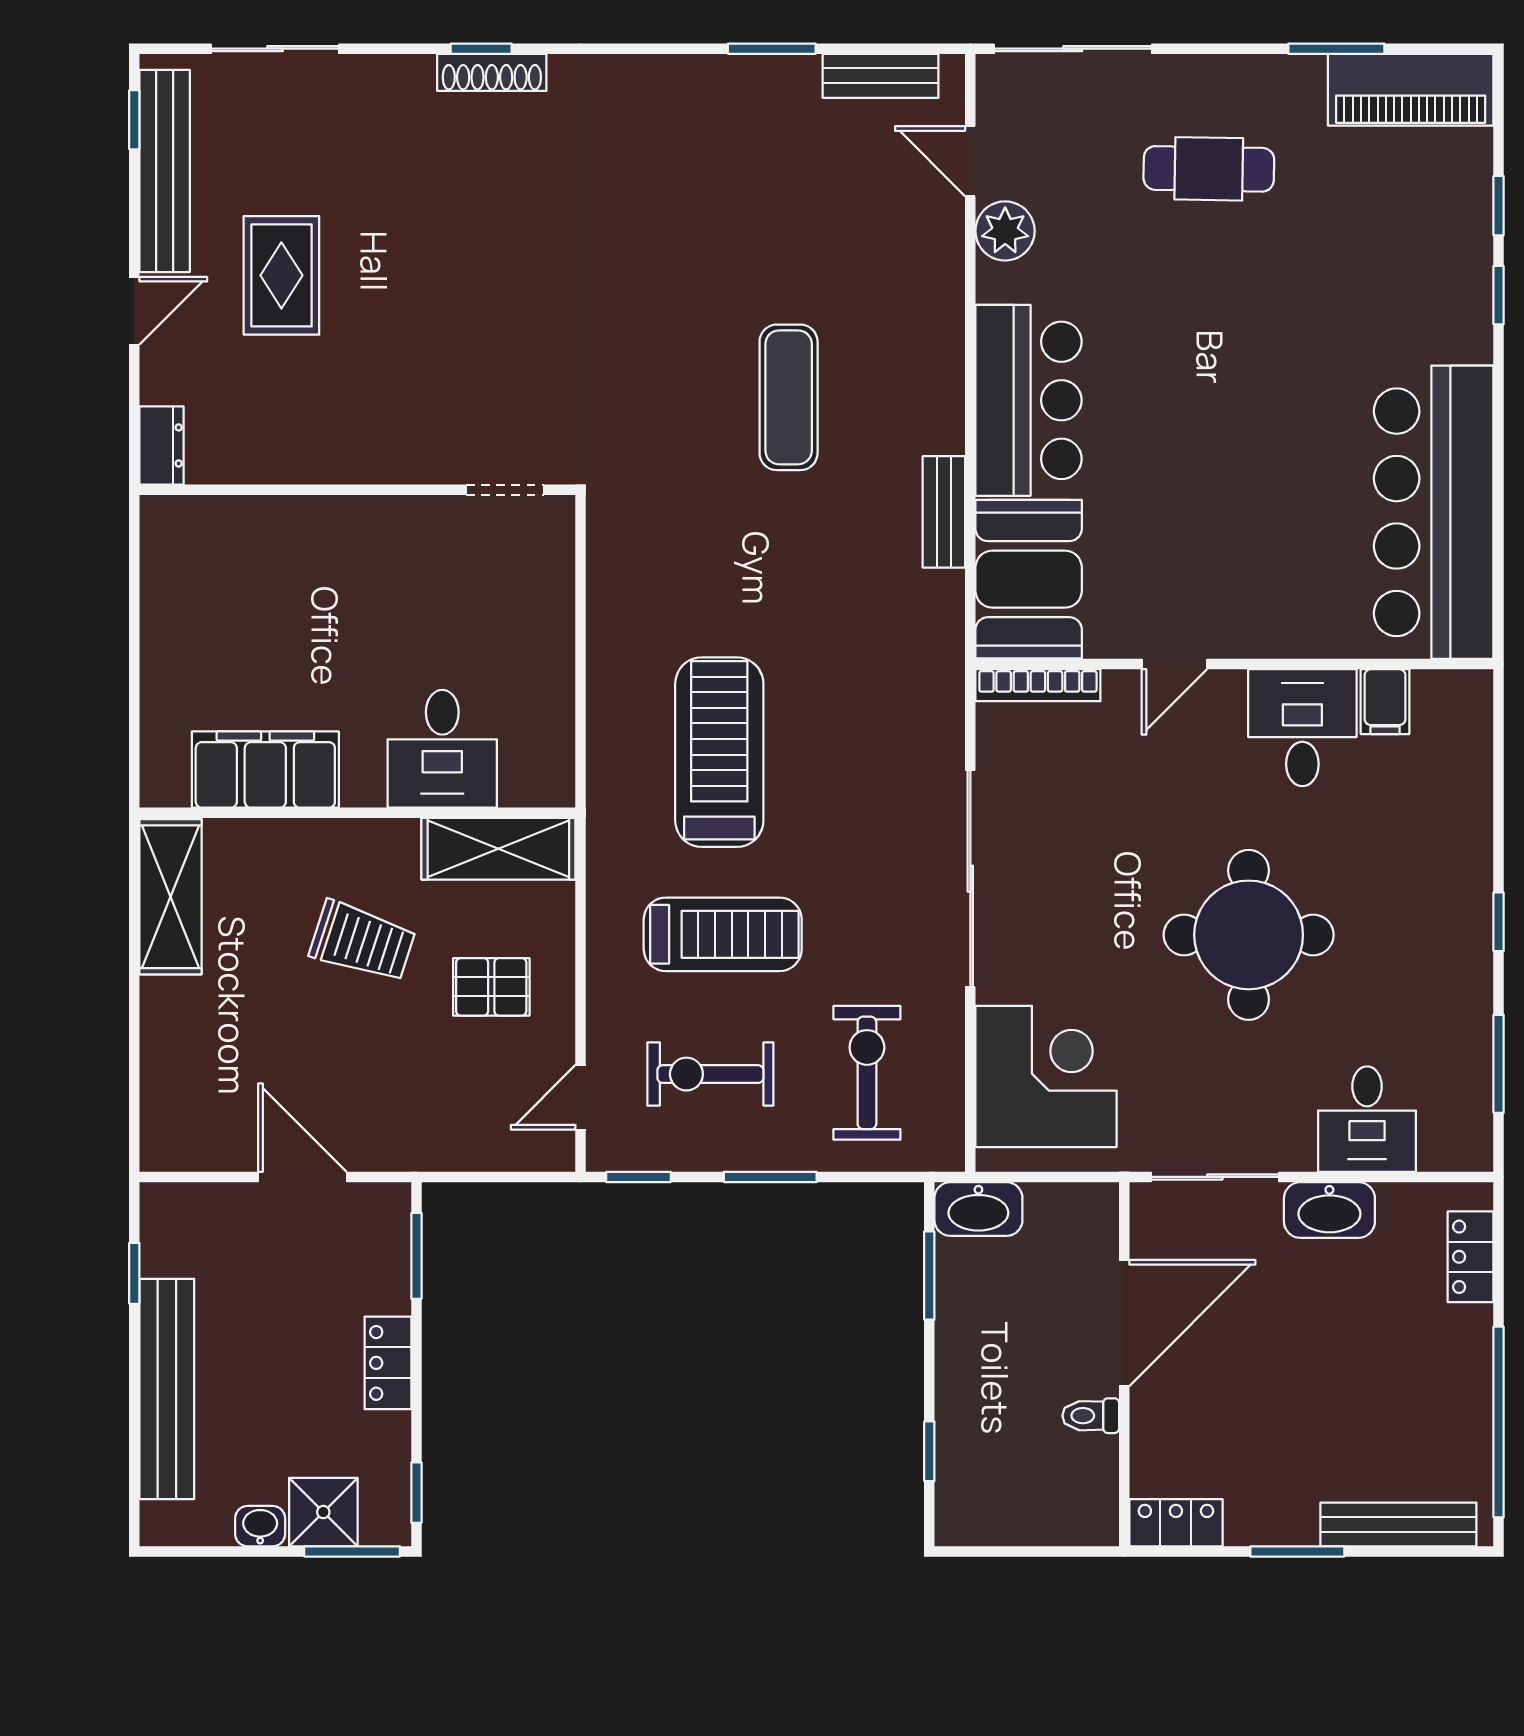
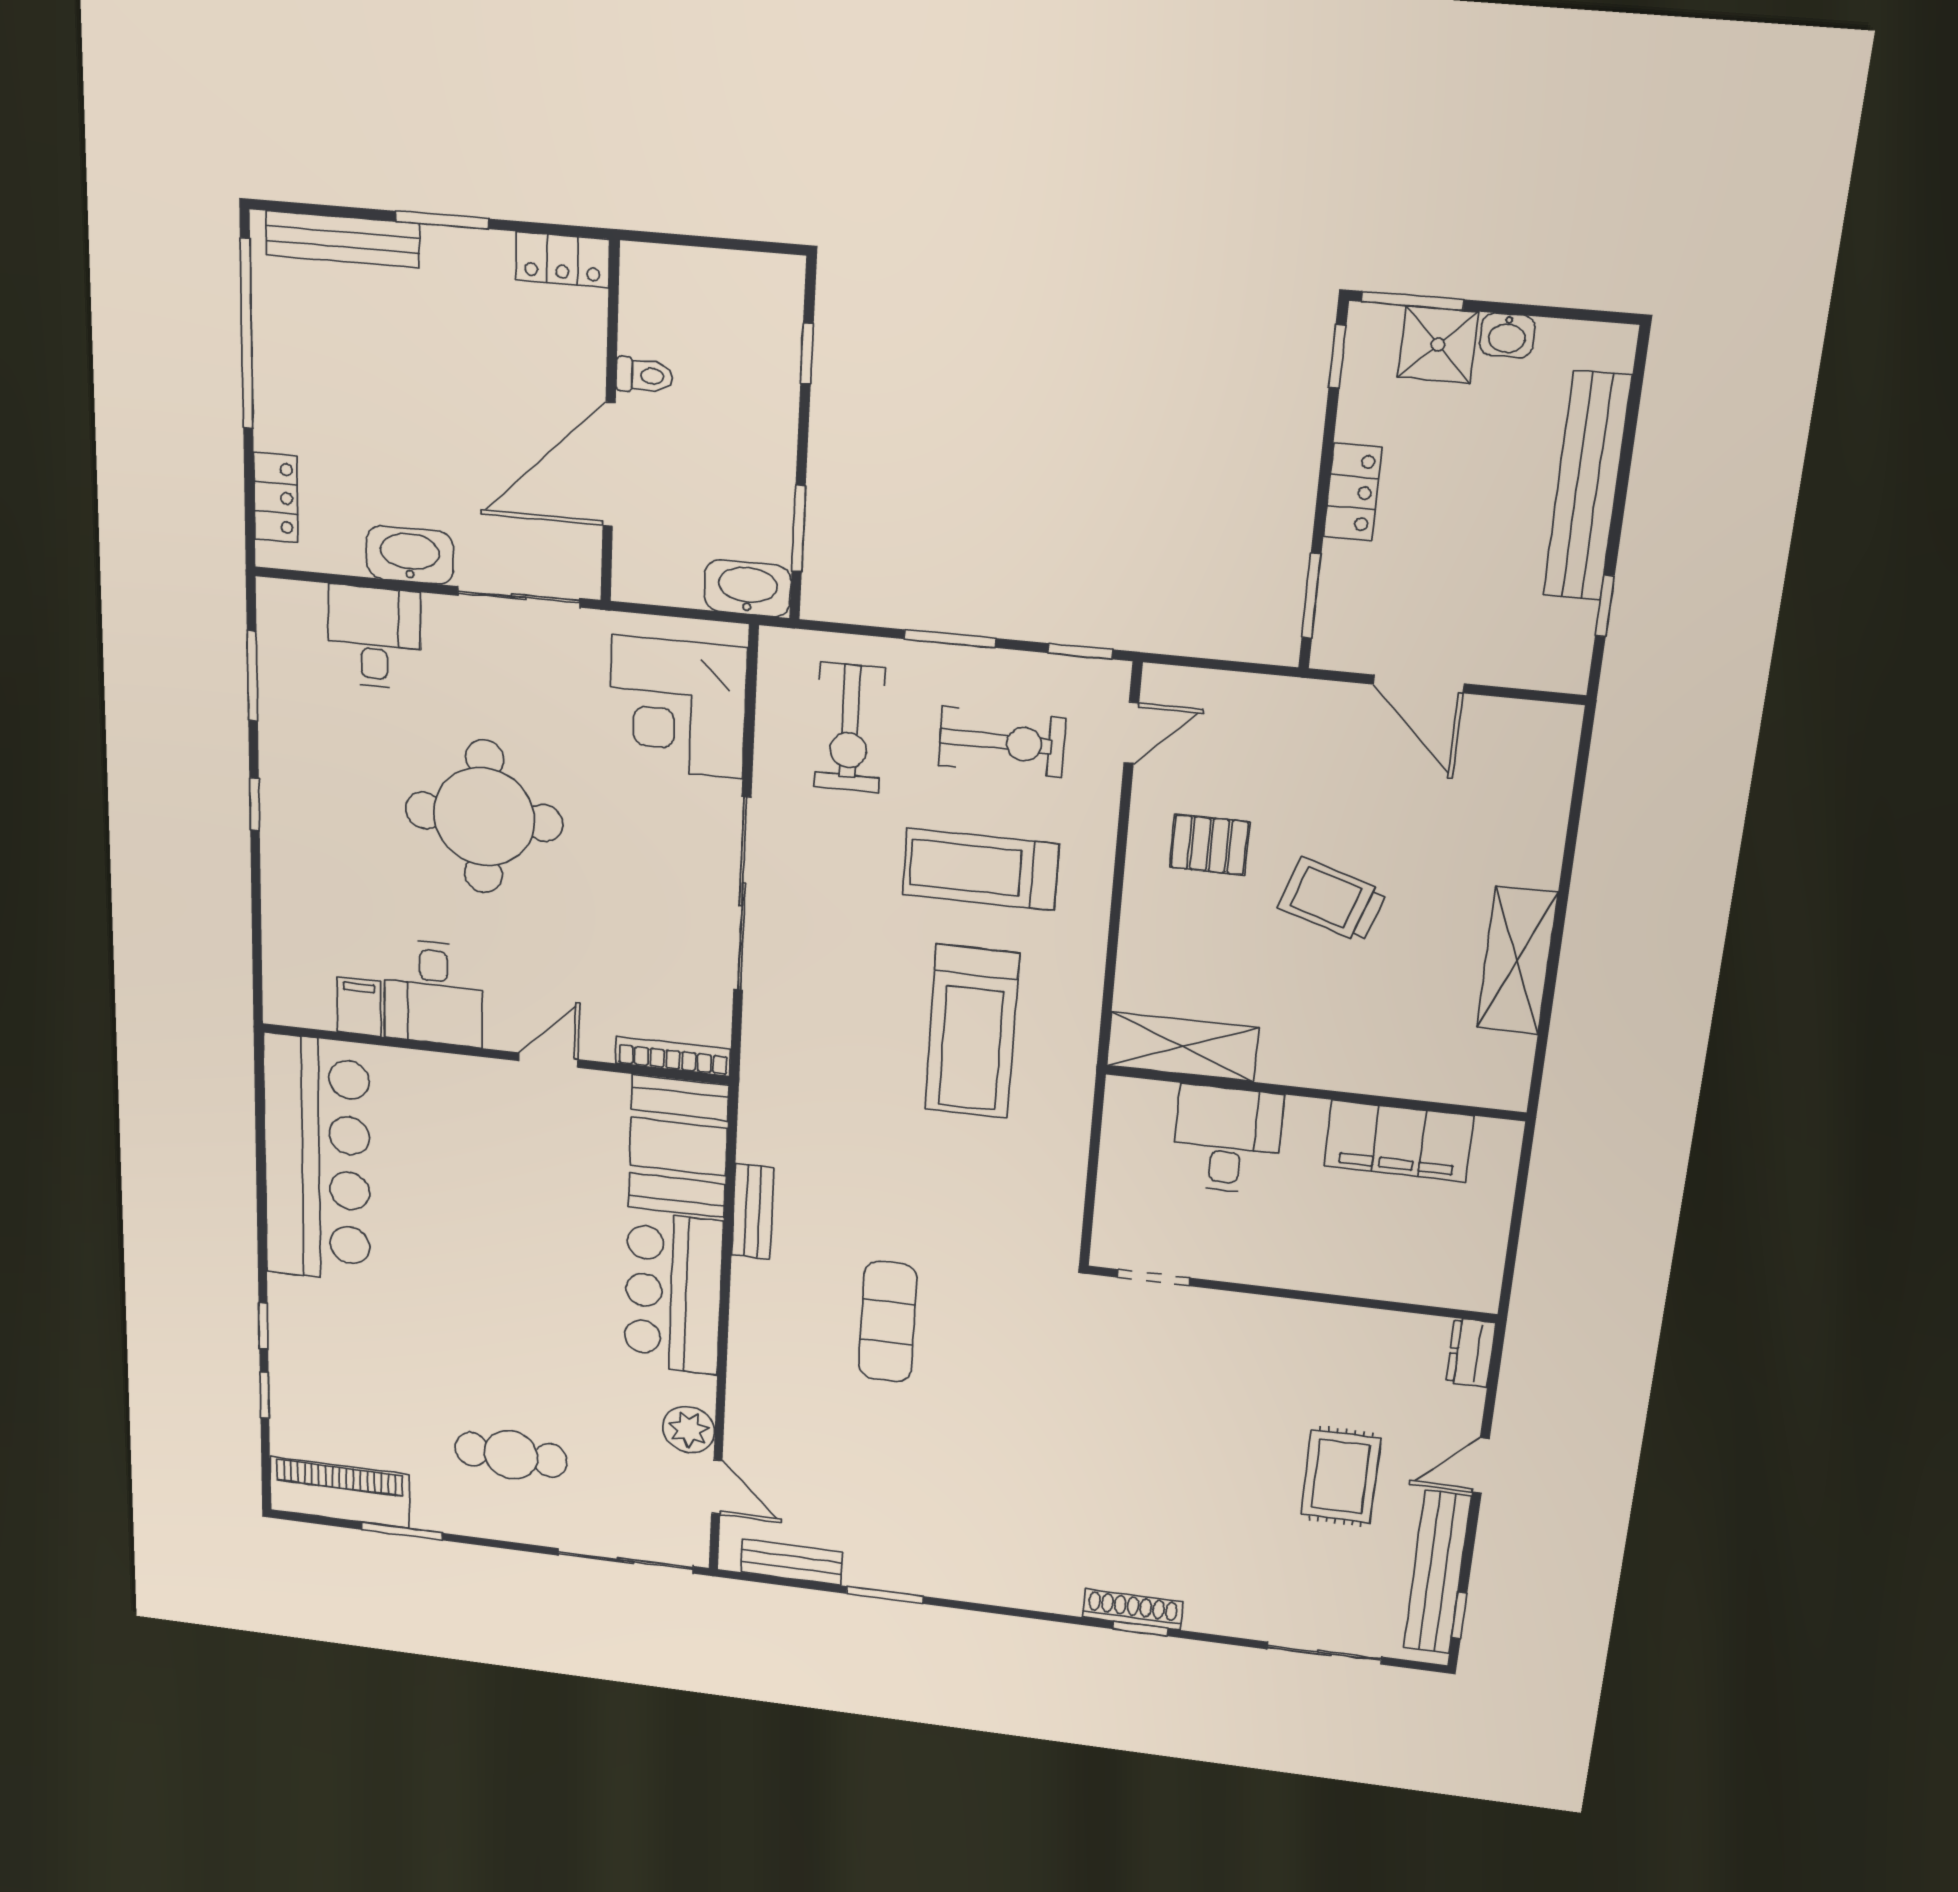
desk: (442, 749) -> (1227, 1140), moved
filing cabinet: (265, 770) -> (1399, 1141), moved
wall: (357, 813) -> (1314, 1093), moved
shelving: (498, 849) -> (1182, 1047), moved

